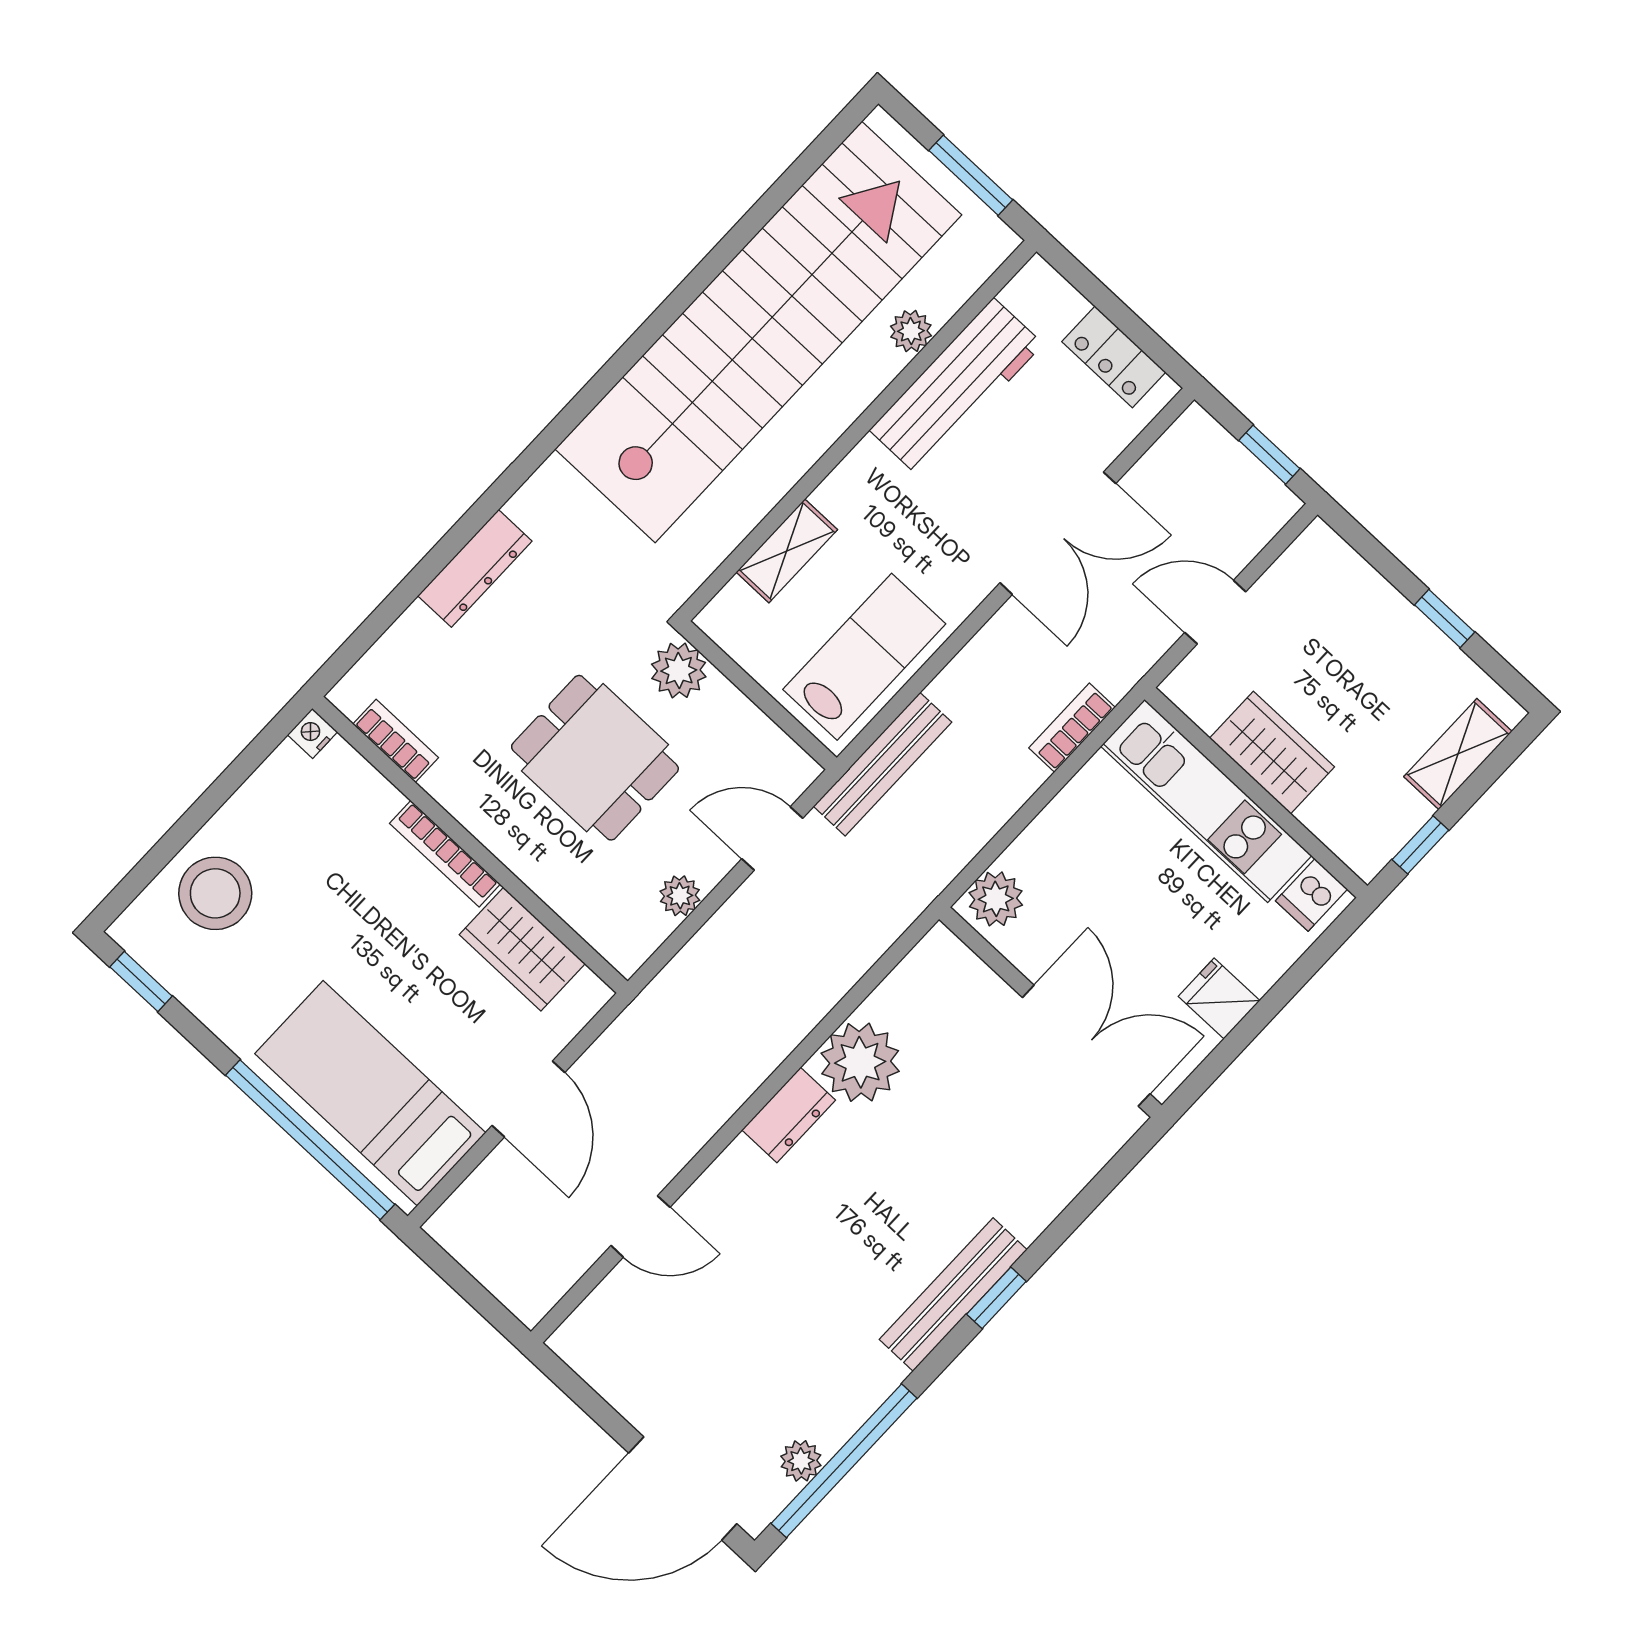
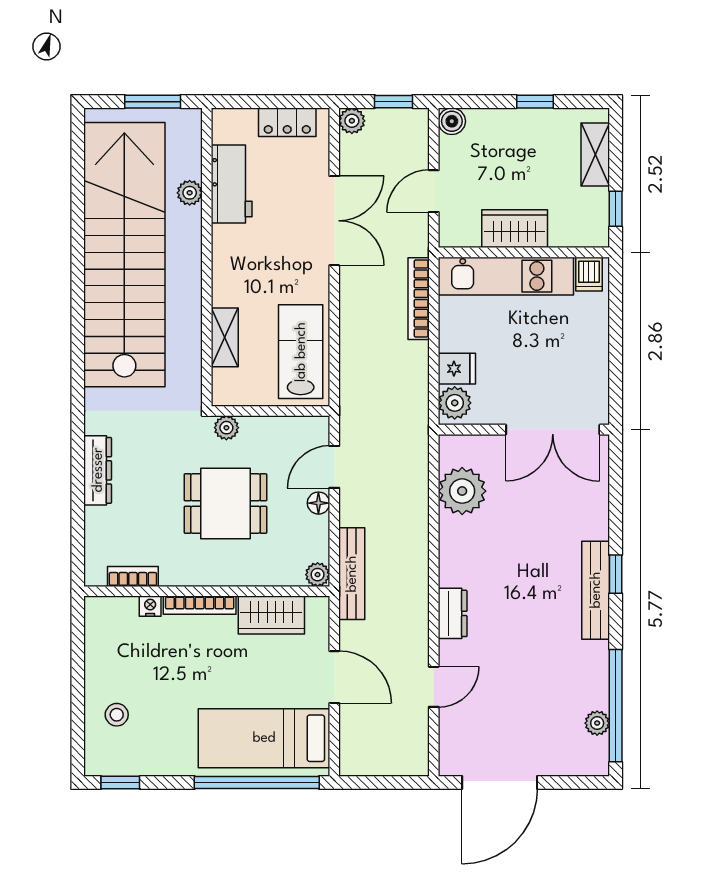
workbench: (956, 387) -> (232, 184), width x0.73
plant: (1195, 430) -> (352, 121), added
boiler: (1319, 546) -> (452, 121), added
plant: (679, 670) -> (226, 428), width x0.73, depth x0.73
bookcase: (1072, 728) -> (419, 299), width x1.56
nightstand: (312, 733) -> (150, 606), moved, turned 90
bench: (883, 764) -> (352, 574), moved
floor lamp: (711, 865) -> (318, 503), added
stool: (215, 893) -> (117, 715), width x0.53, depth x0.53
plant: (680, 896) -> (318, 575), moved
fridge: (1219, 998) -> (457, 369), moved, turned 180
double door: (1086, 1046) -> (553, 430), swing flipped
plant: (860, 1062) -> (462, 491), moved
dresser: (789, 1115) -> (453, 613), moved
door: (683, 1488) -> (500, 783), moved

